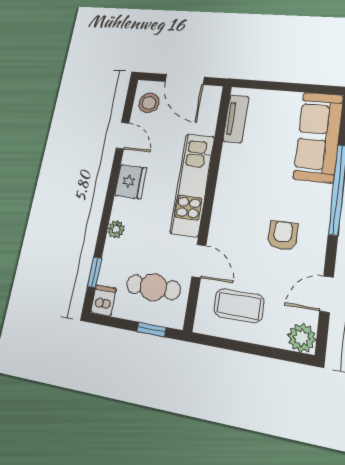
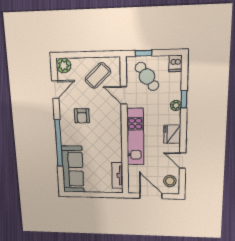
window: (95, 272) -> (184, 99), moved
cafe table: (153, 287) -> (147, 77), turned 55
coffee table: (239, 306) -> (98, 75), turned -43

